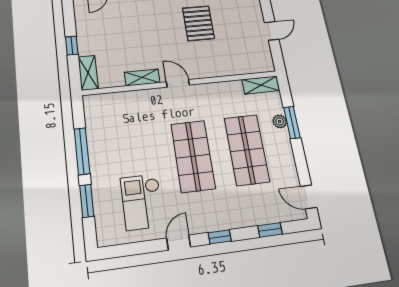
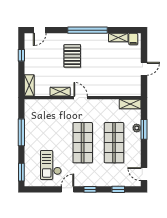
pallet: (198, 23) -> (72, 56), moved
window: (72, 46) -> (21, 55), moved
window: (87, 201) -> (21, 172), moved

